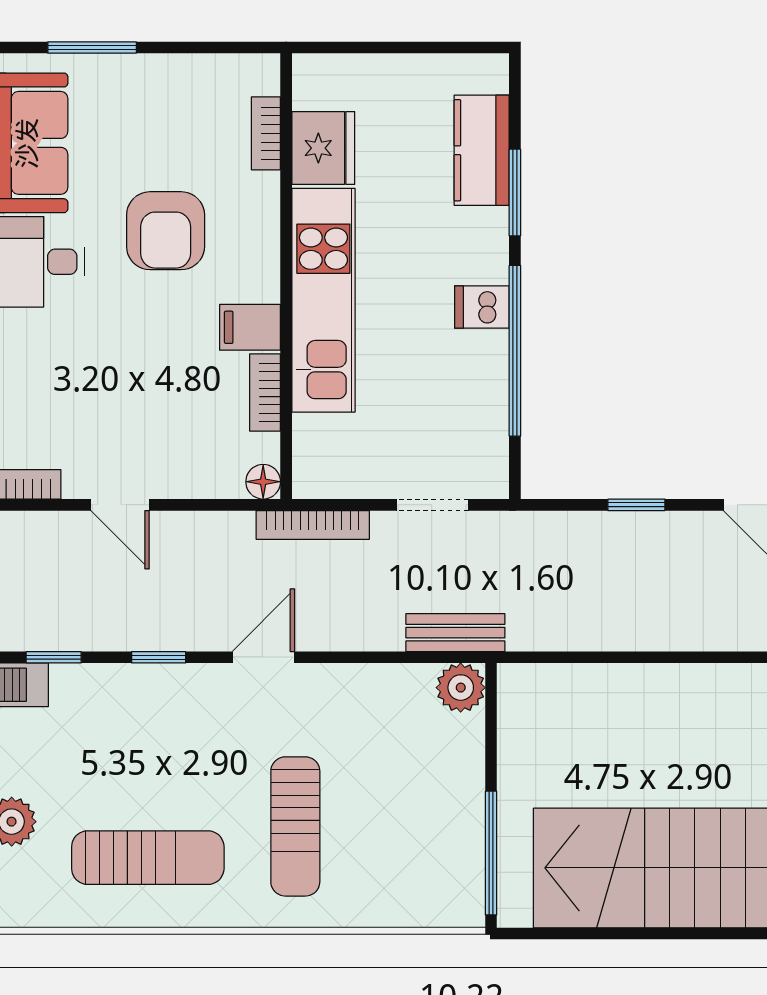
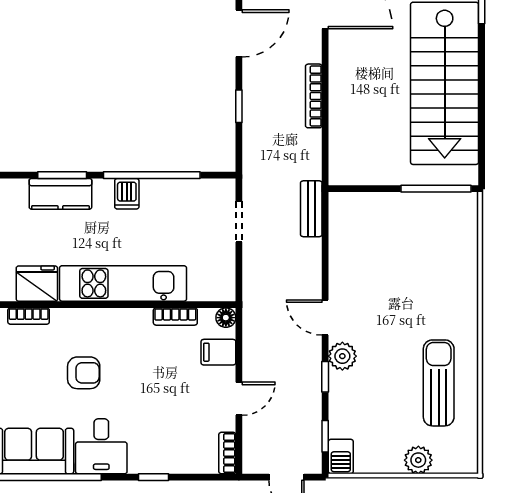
kitchen counter: (482, 150) -> (60, 194), moved
armchair: (166, 231) -> (84, 373), width x0.72, depth x0.72
filing cabinet: (250, 327) -> (218, 352), moved, turned 90
bookcase: (313, 525) -> (314, 96), moved, turned 180
plant: (461, 688) -> (342, 356), moved
sun lounger: (295, 826) -> (421, 299), removed

